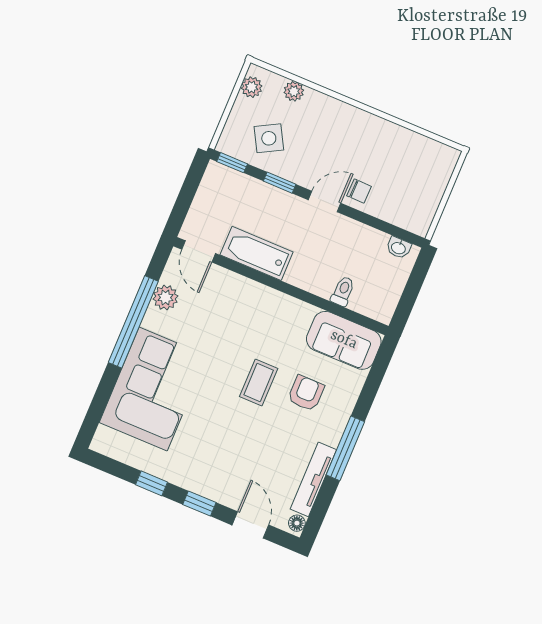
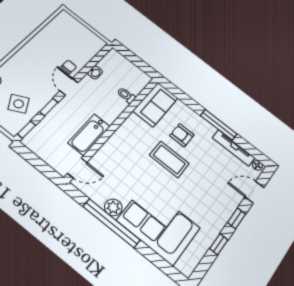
washbasin: (399, 248) -> (95, 72), moved
plant: (165, 298) -> (113, 207), moved
coffee table: (259, 382) -> (169, 159), width x1.36, depth x1.30

